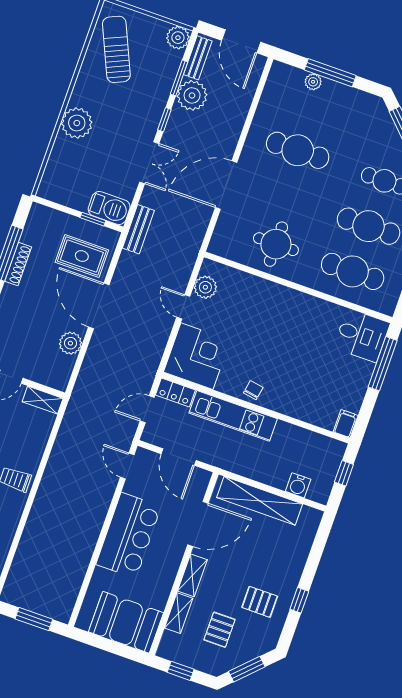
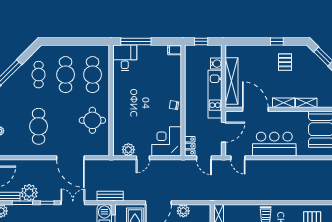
kitchen unit: (233, 416) -> (215, 94), moved, turned 180
door: (127, 466) -> (238, 158), hinge flipped
pallet: (219, 630) -> (307, 78), removed

